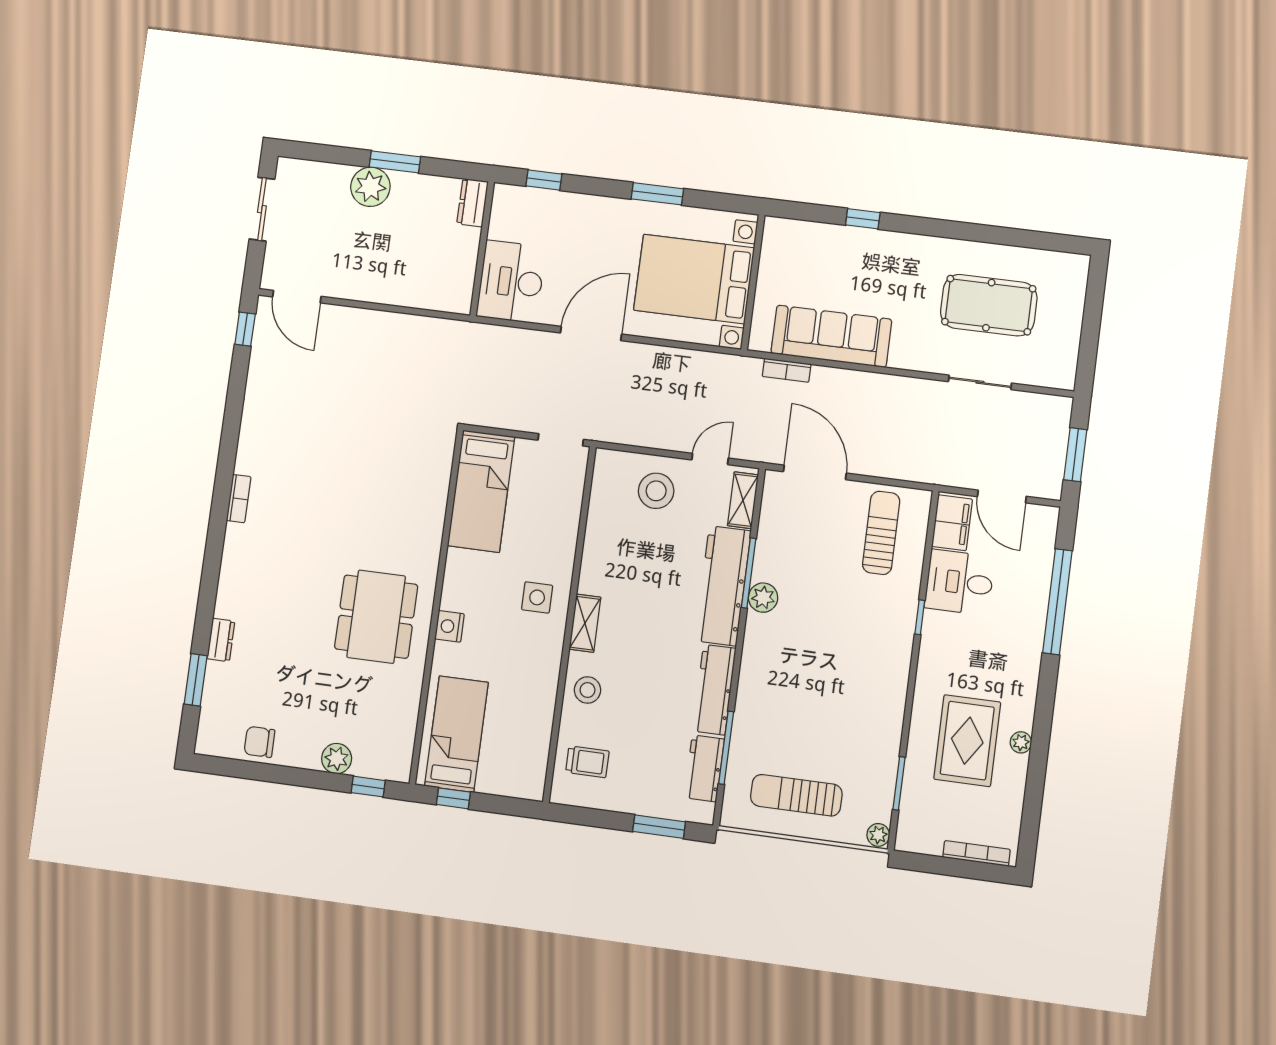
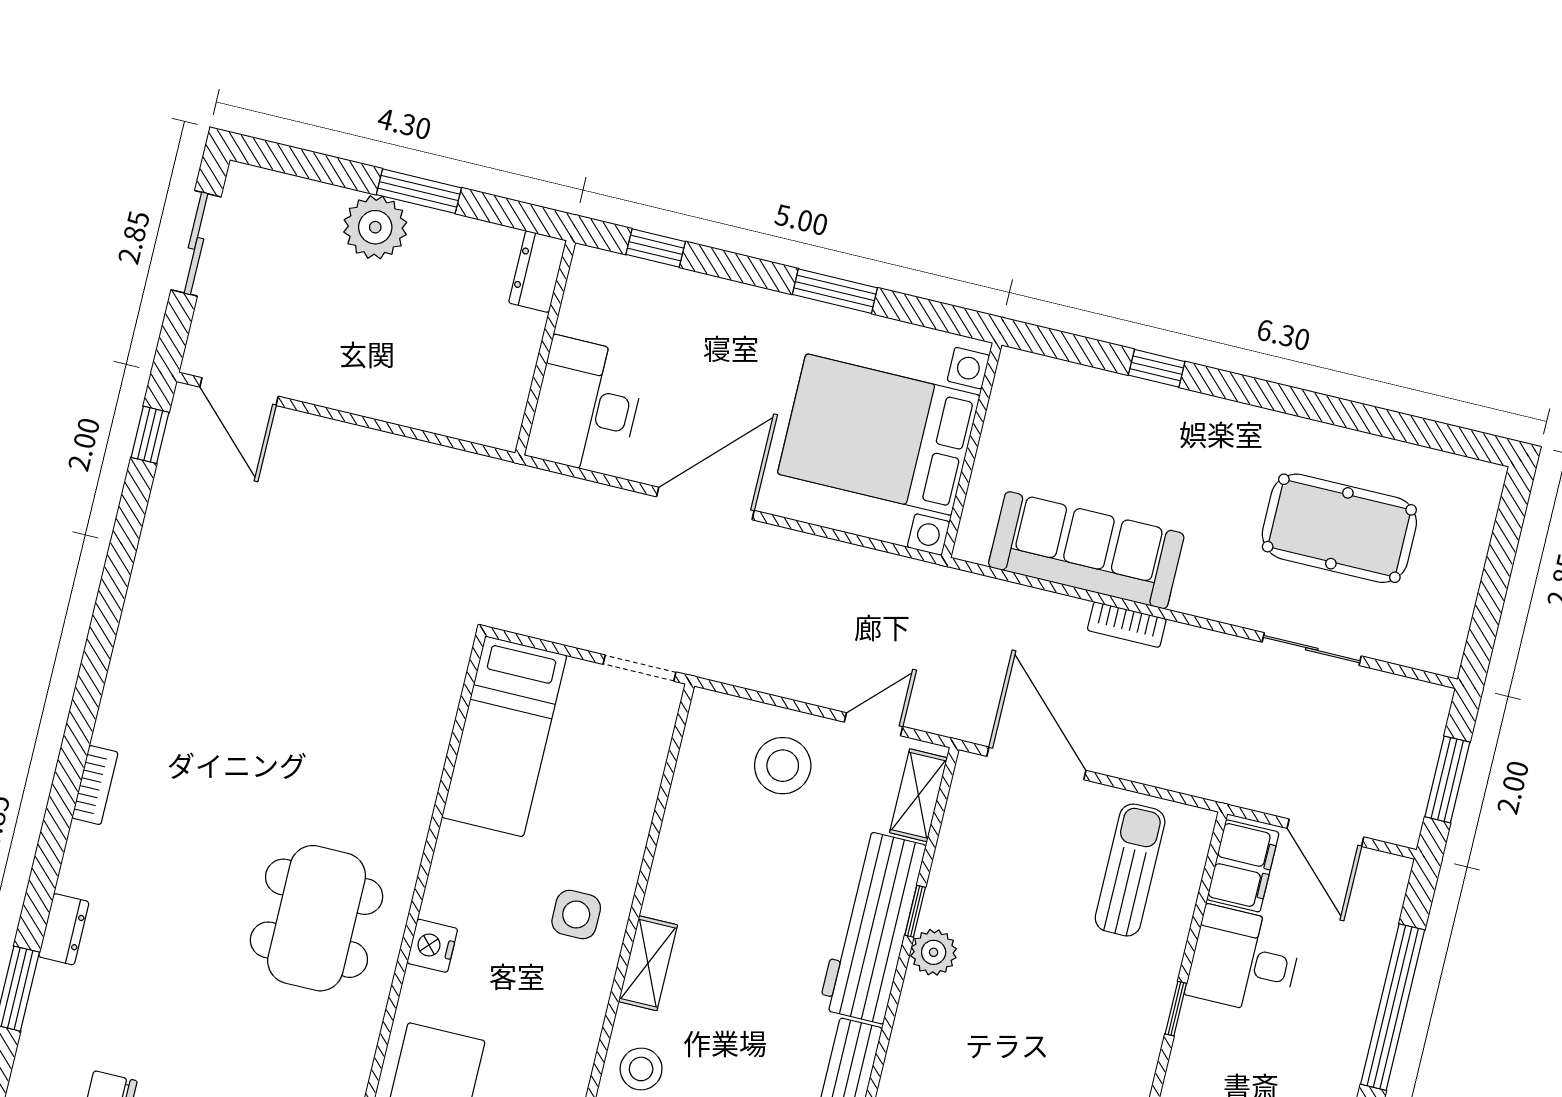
bookcase: (787, 370) -> (1127, 625), moved
bookcase: (239, 499) -> (95, 785), moved
window: (749, 573) -> (915, 911), width x0.46

